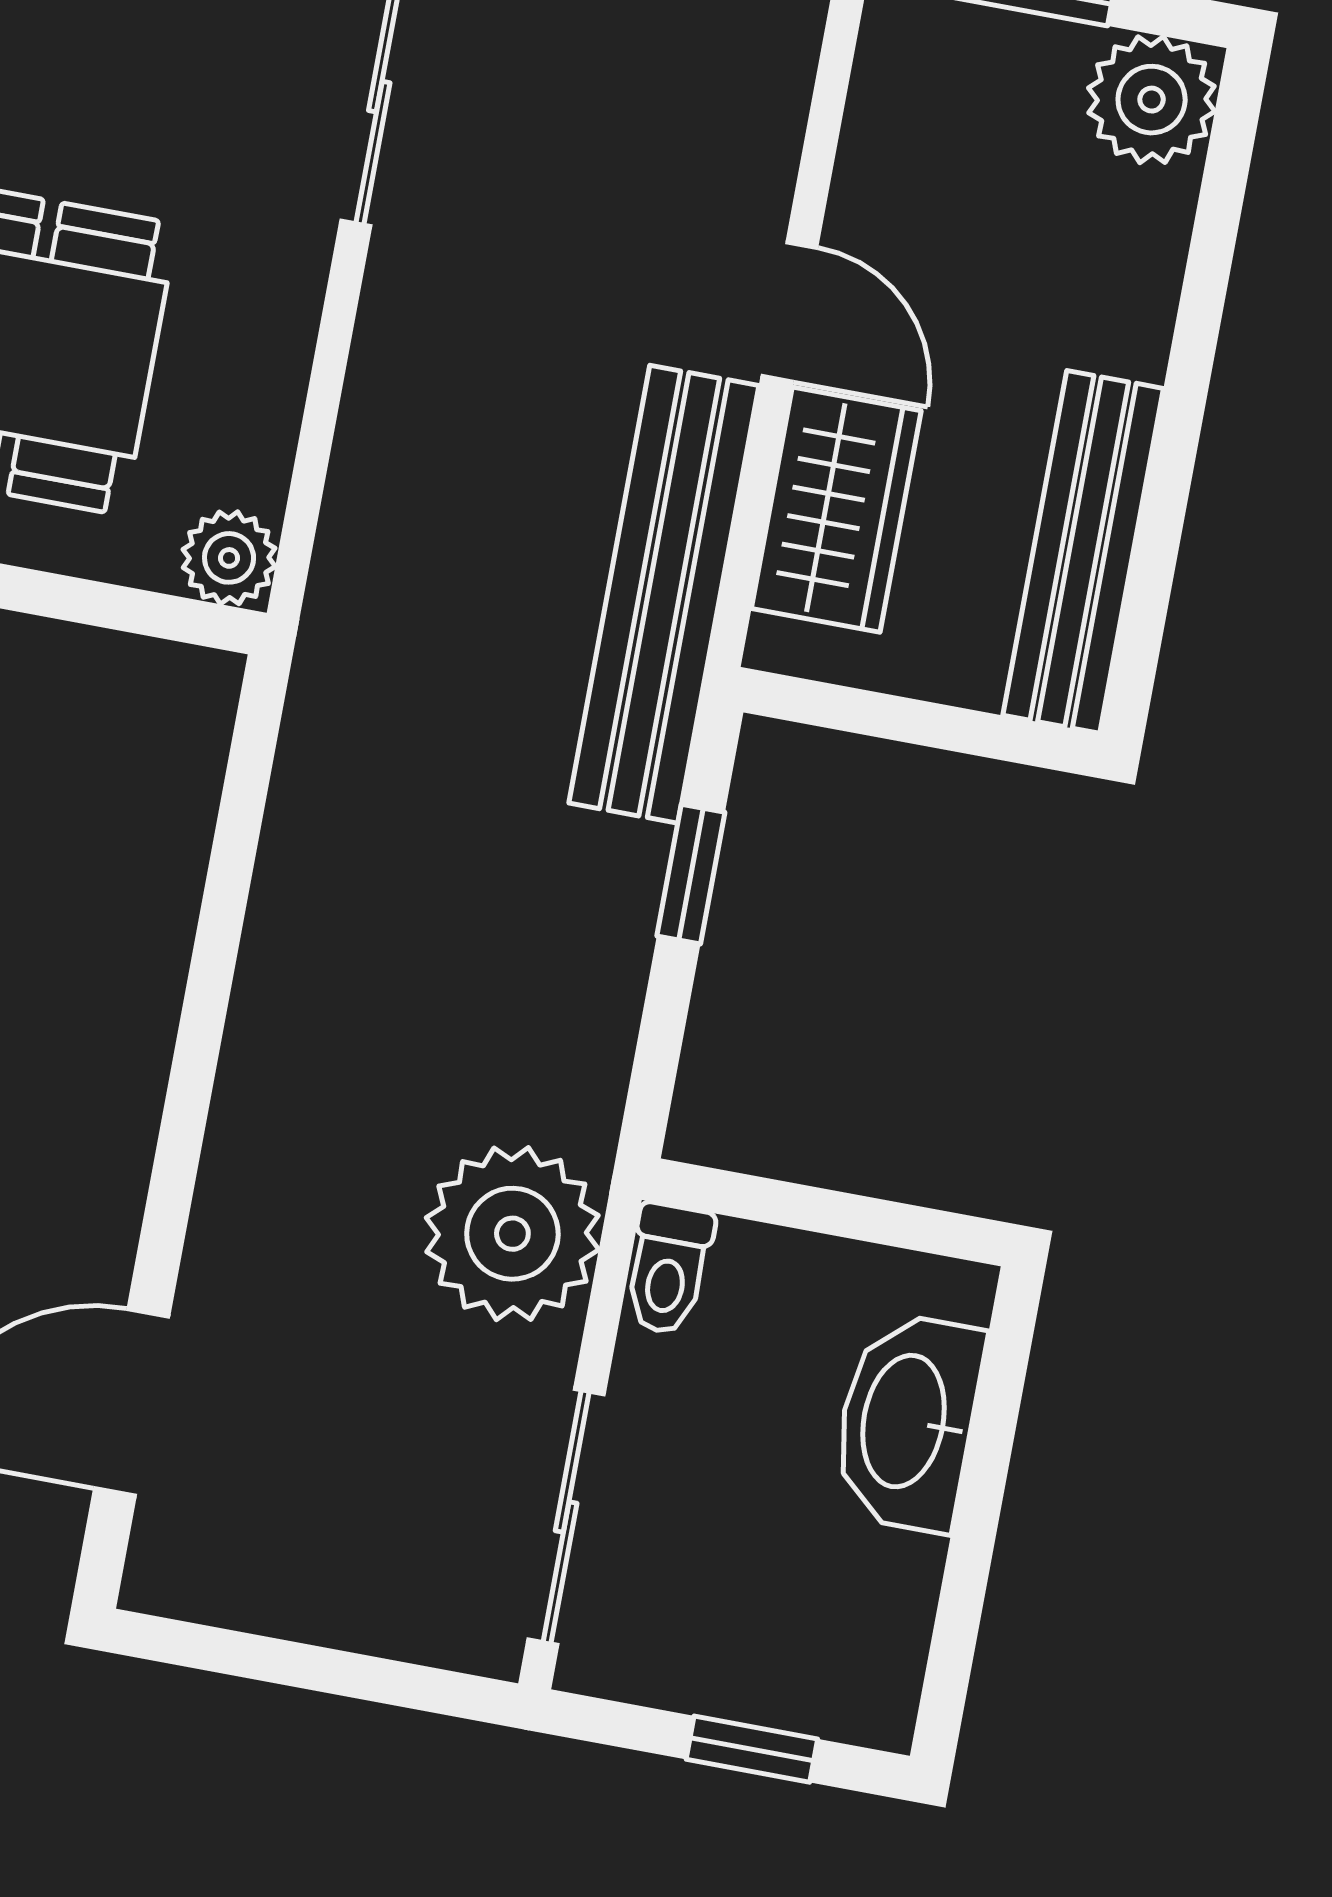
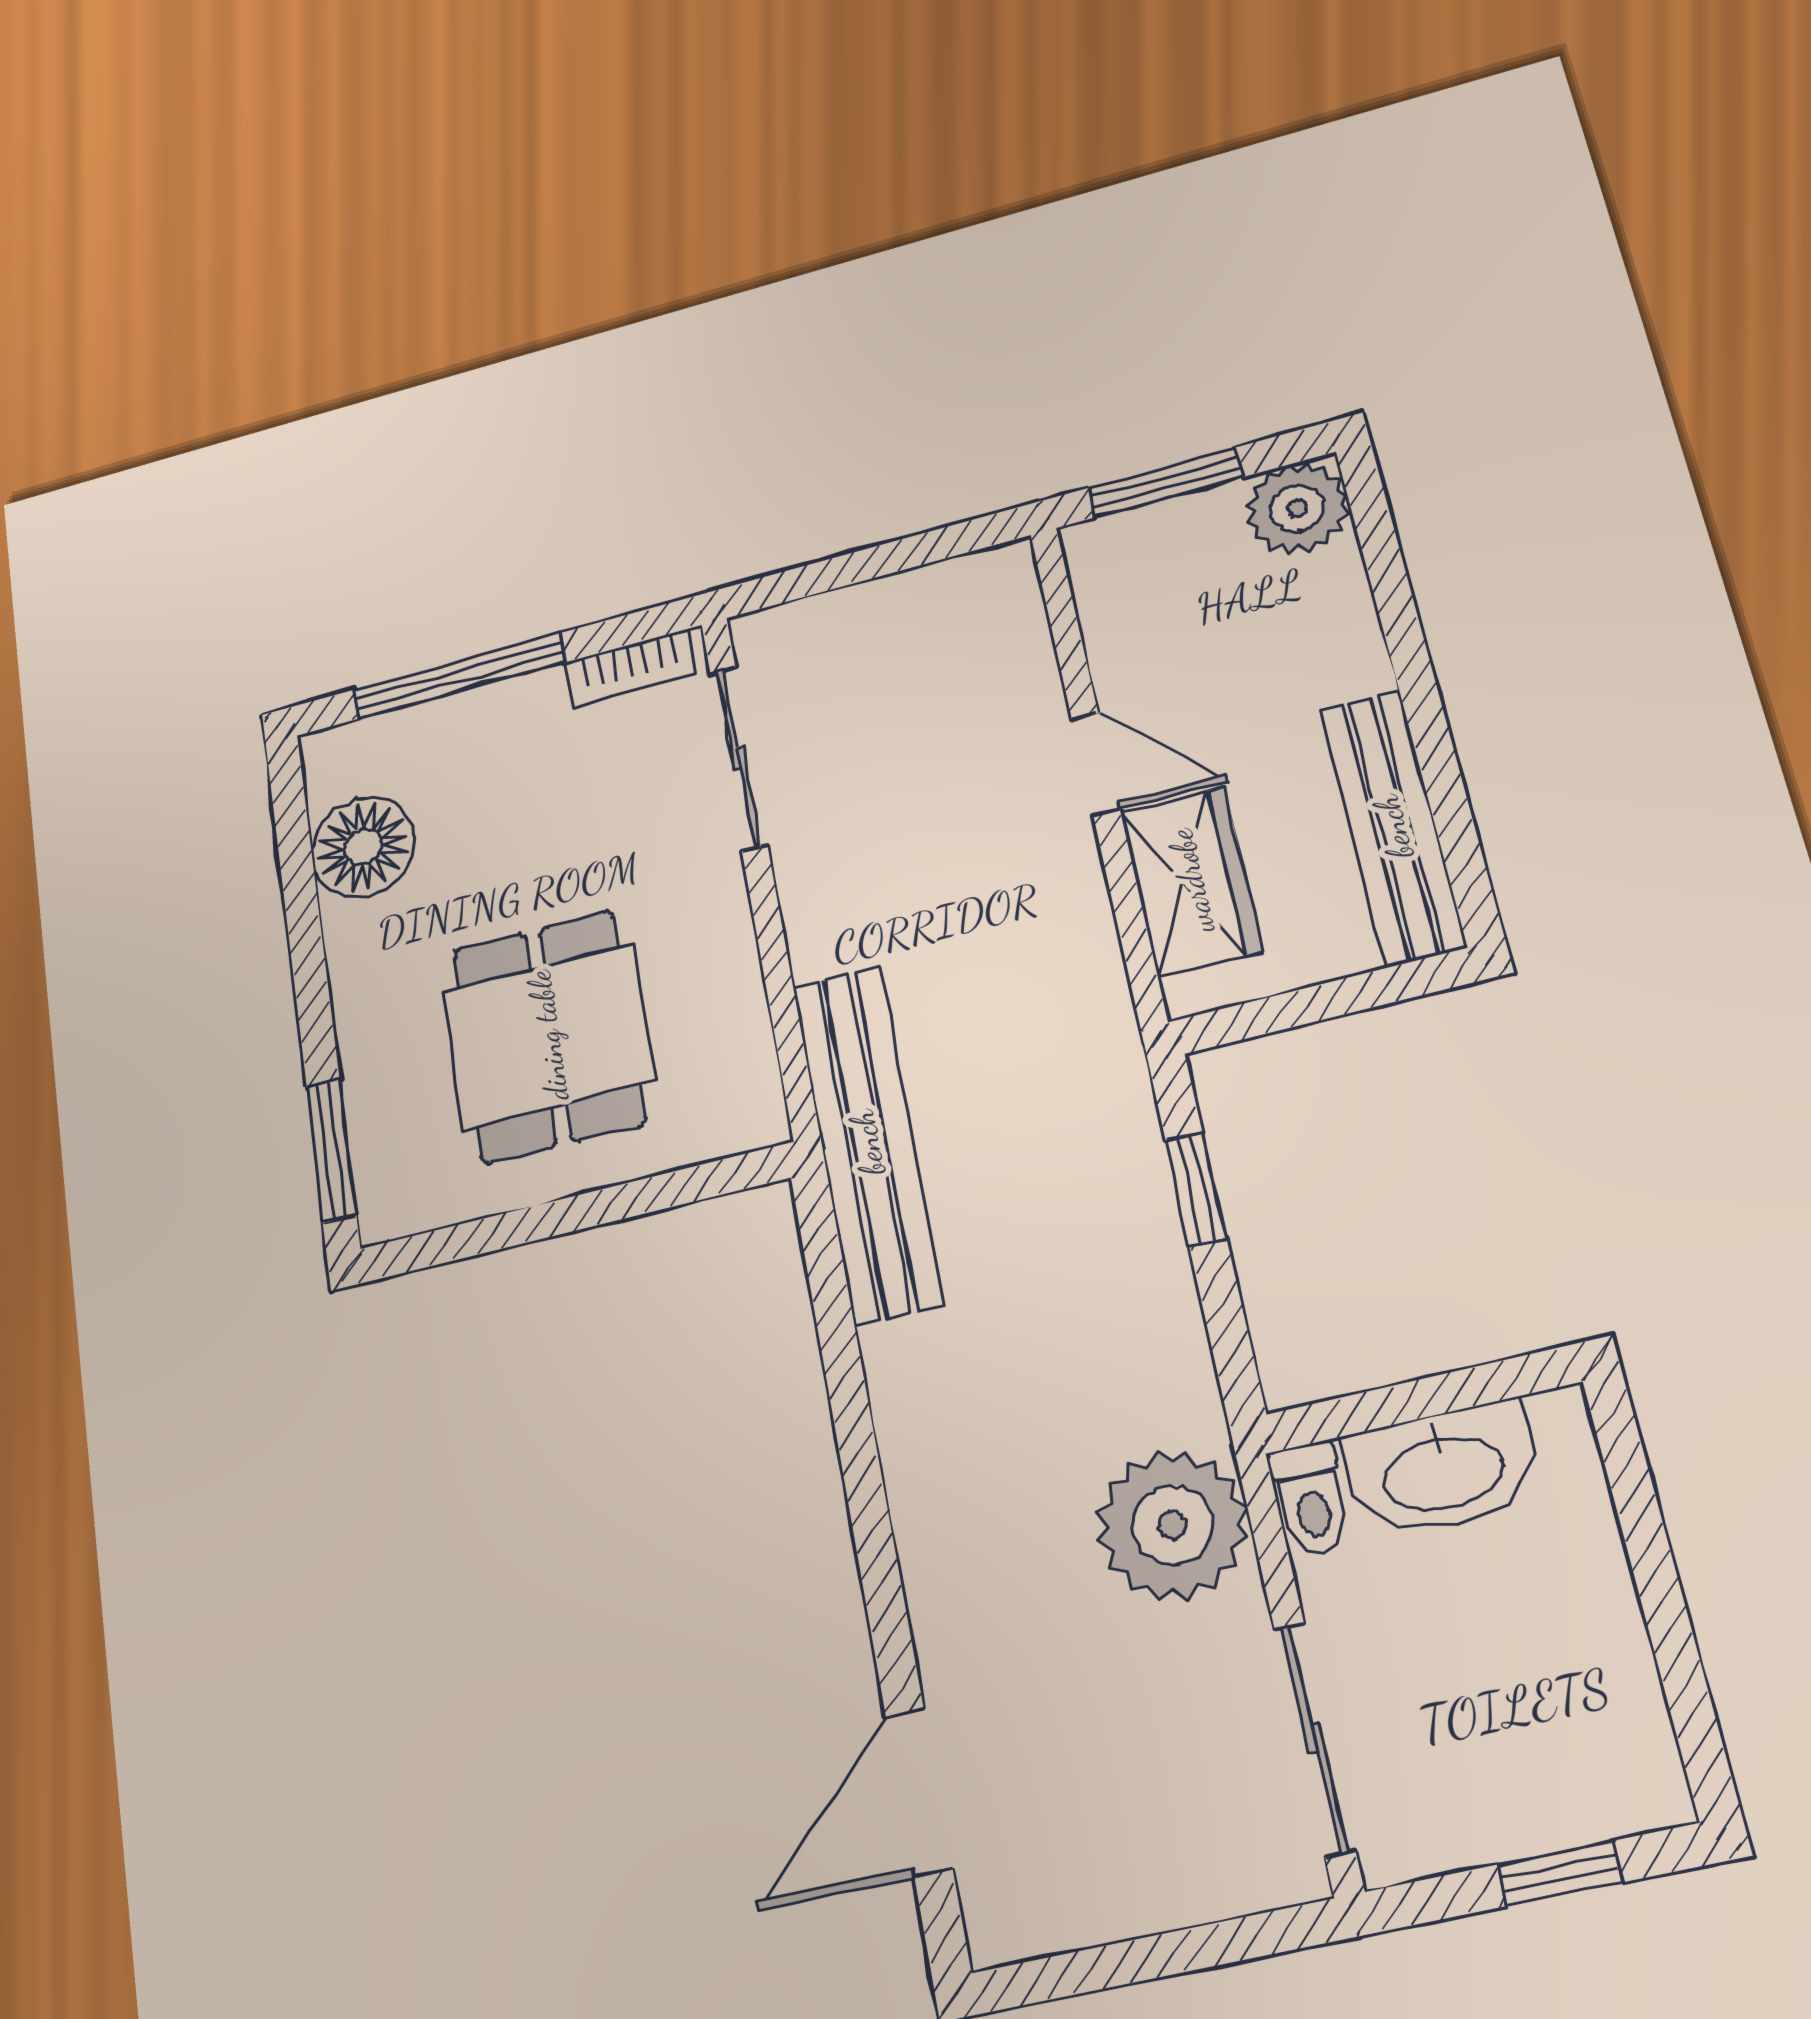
plant: (229, 558) -> (751, 1116), removed
bench: (664, 594) -> (867, 1143), moved
washbasin: (907, 1422) -> (1443, 1470), moved, turned -90

